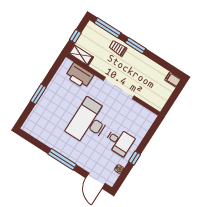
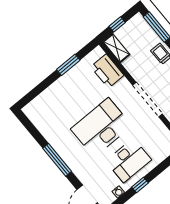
window: (38, 94) -> (68, 65), moved
desk: (119, 141) -> (129, 160), width x1.37

